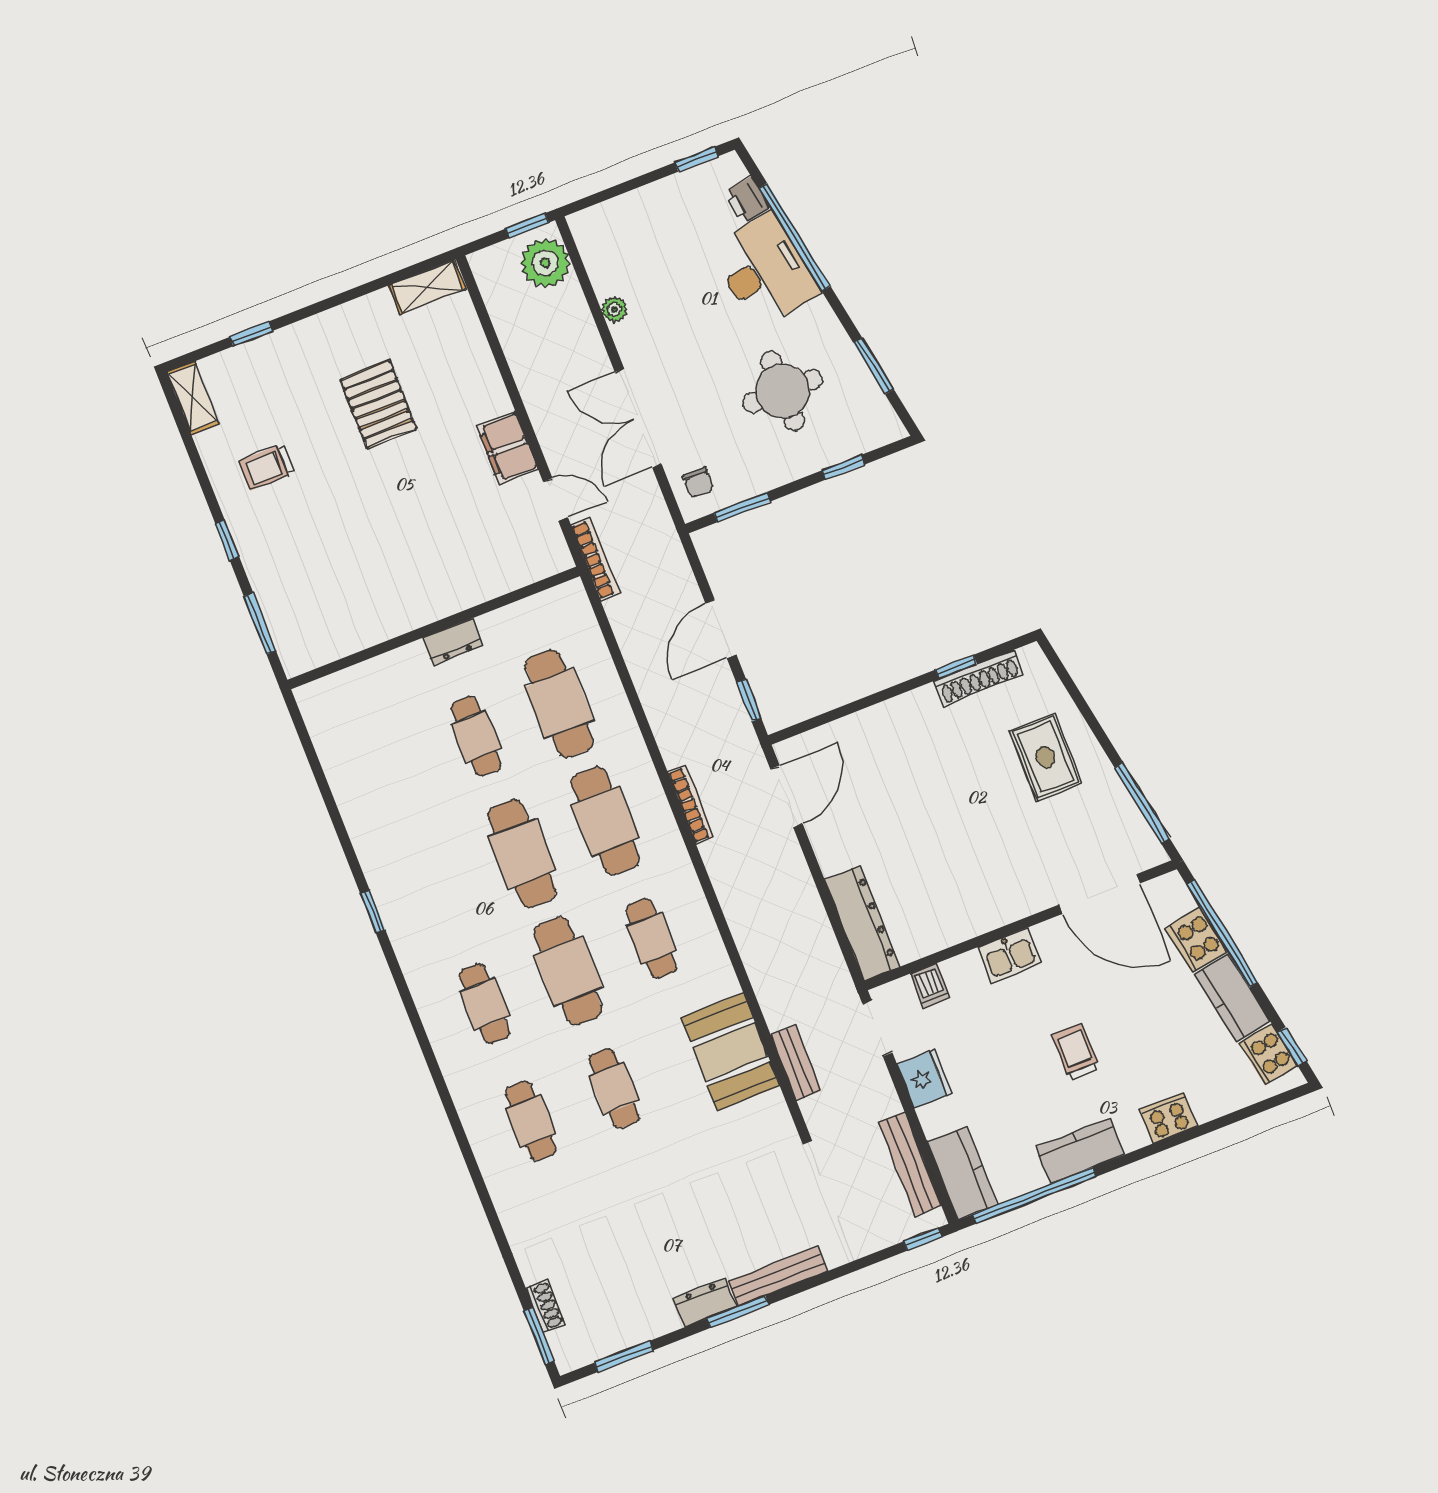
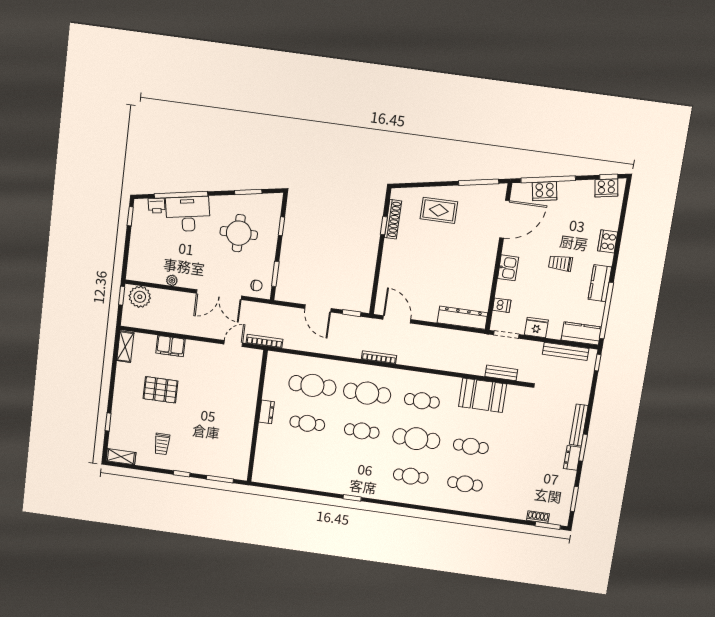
filing cabinet: (507, 448) -> (170, 346), moved
cafe table: (522, 854) -> (362, 431), width x0.73, depth x0.74
kitchen counter: (1233, 998) -> (576, 190), removed

